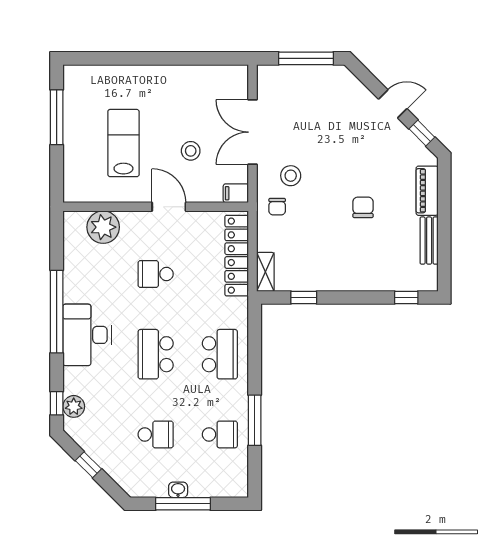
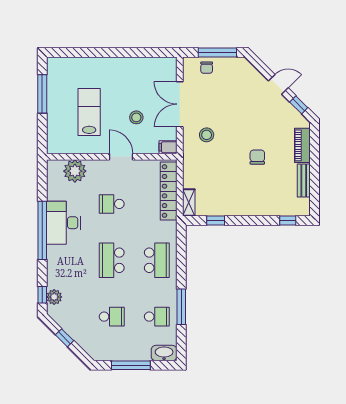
chair: (277, 207) -> (207, 68), moved
desk: (87, 335) -> (63, 223), moved
washbasin: (178, 490) -> (164, 353), moved, width x1.91, depth x1.45

